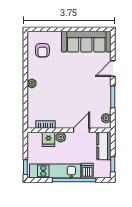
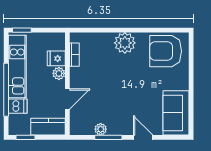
sofa: (86, 42) -> (176, 113), width x0.73
armchair: (42, 50) -> (166, 51), width x1.88, depth x1.88
plant: (32, 83) -> (125, 43), width x1.88, depth x1.88
plant: (106, 118) -> (101, 129), moved
door: (81, 130) -> (67, 99), hinge flipped

